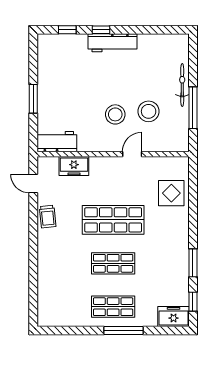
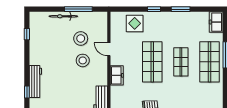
window: (101, 30) -> (27, 34), moved
workbench: (113, 43) -> (35, 82), moved
freezer: (74, 166) -> (117, 75), moved
window: (193, 302) -> (154, 9), moved
shop shelf: (113, 307) -> (210, 62), width x1.43, depth x1.36

